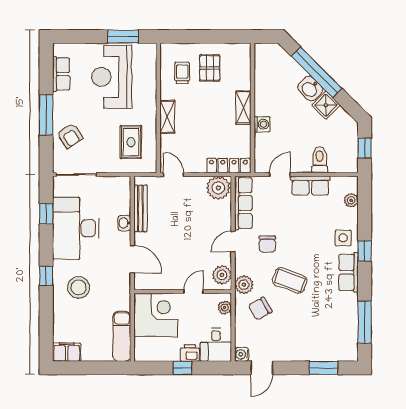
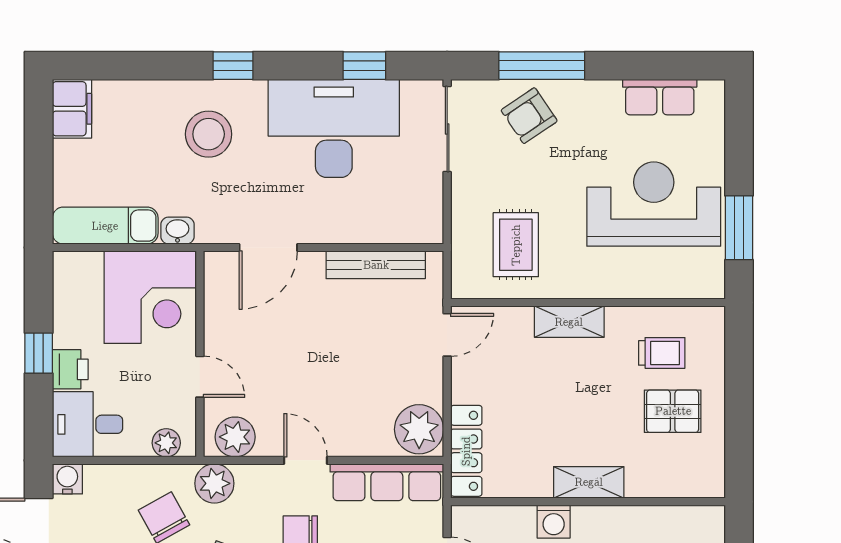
window: (46, 115) -> (542, 66), moved
rug: (131, 142) -> (516, 245), turned 90
washbasin: (124, 223) -> (178, 231), moved

